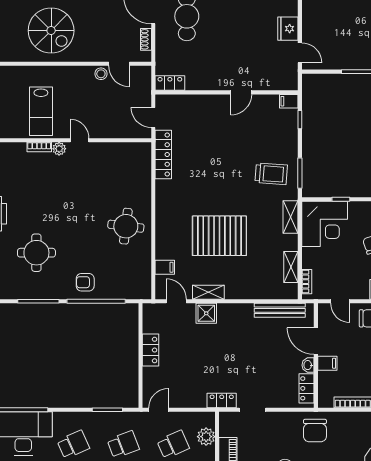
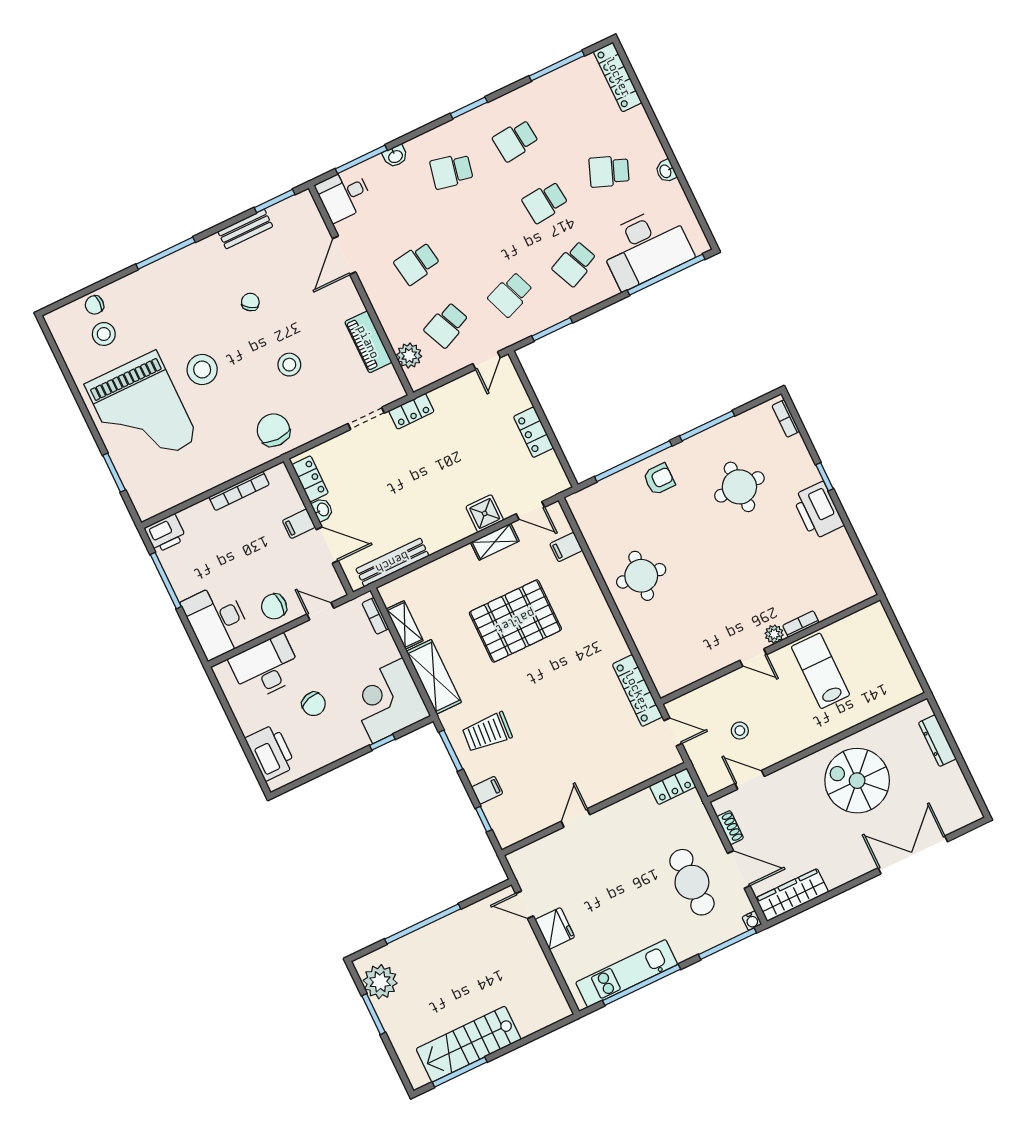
stool: (101, 74) -> (740, 731), moved
filing cabinet: (289, 101) -> (487, 790), moved
shelving: (291, 217) -> (434, 677), width x1.50, depth x1.33

